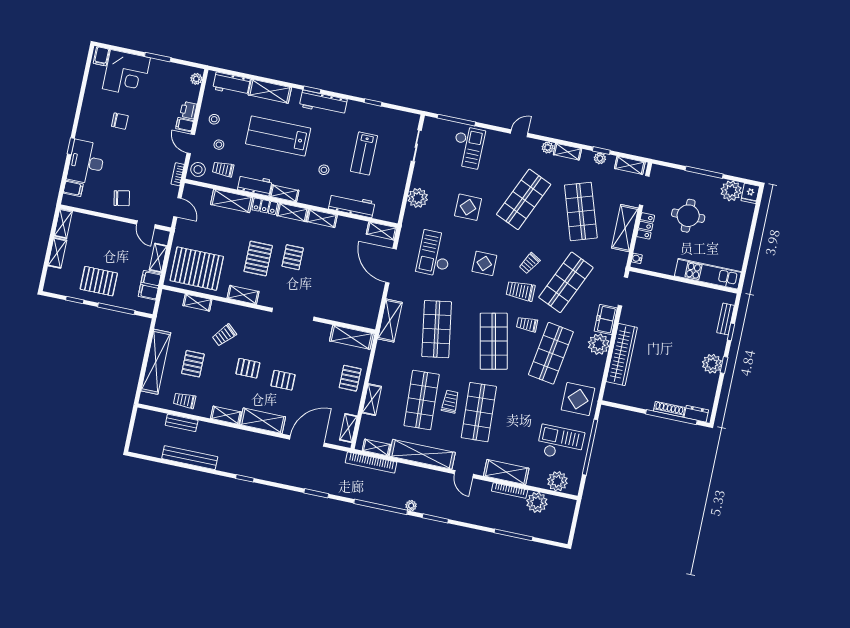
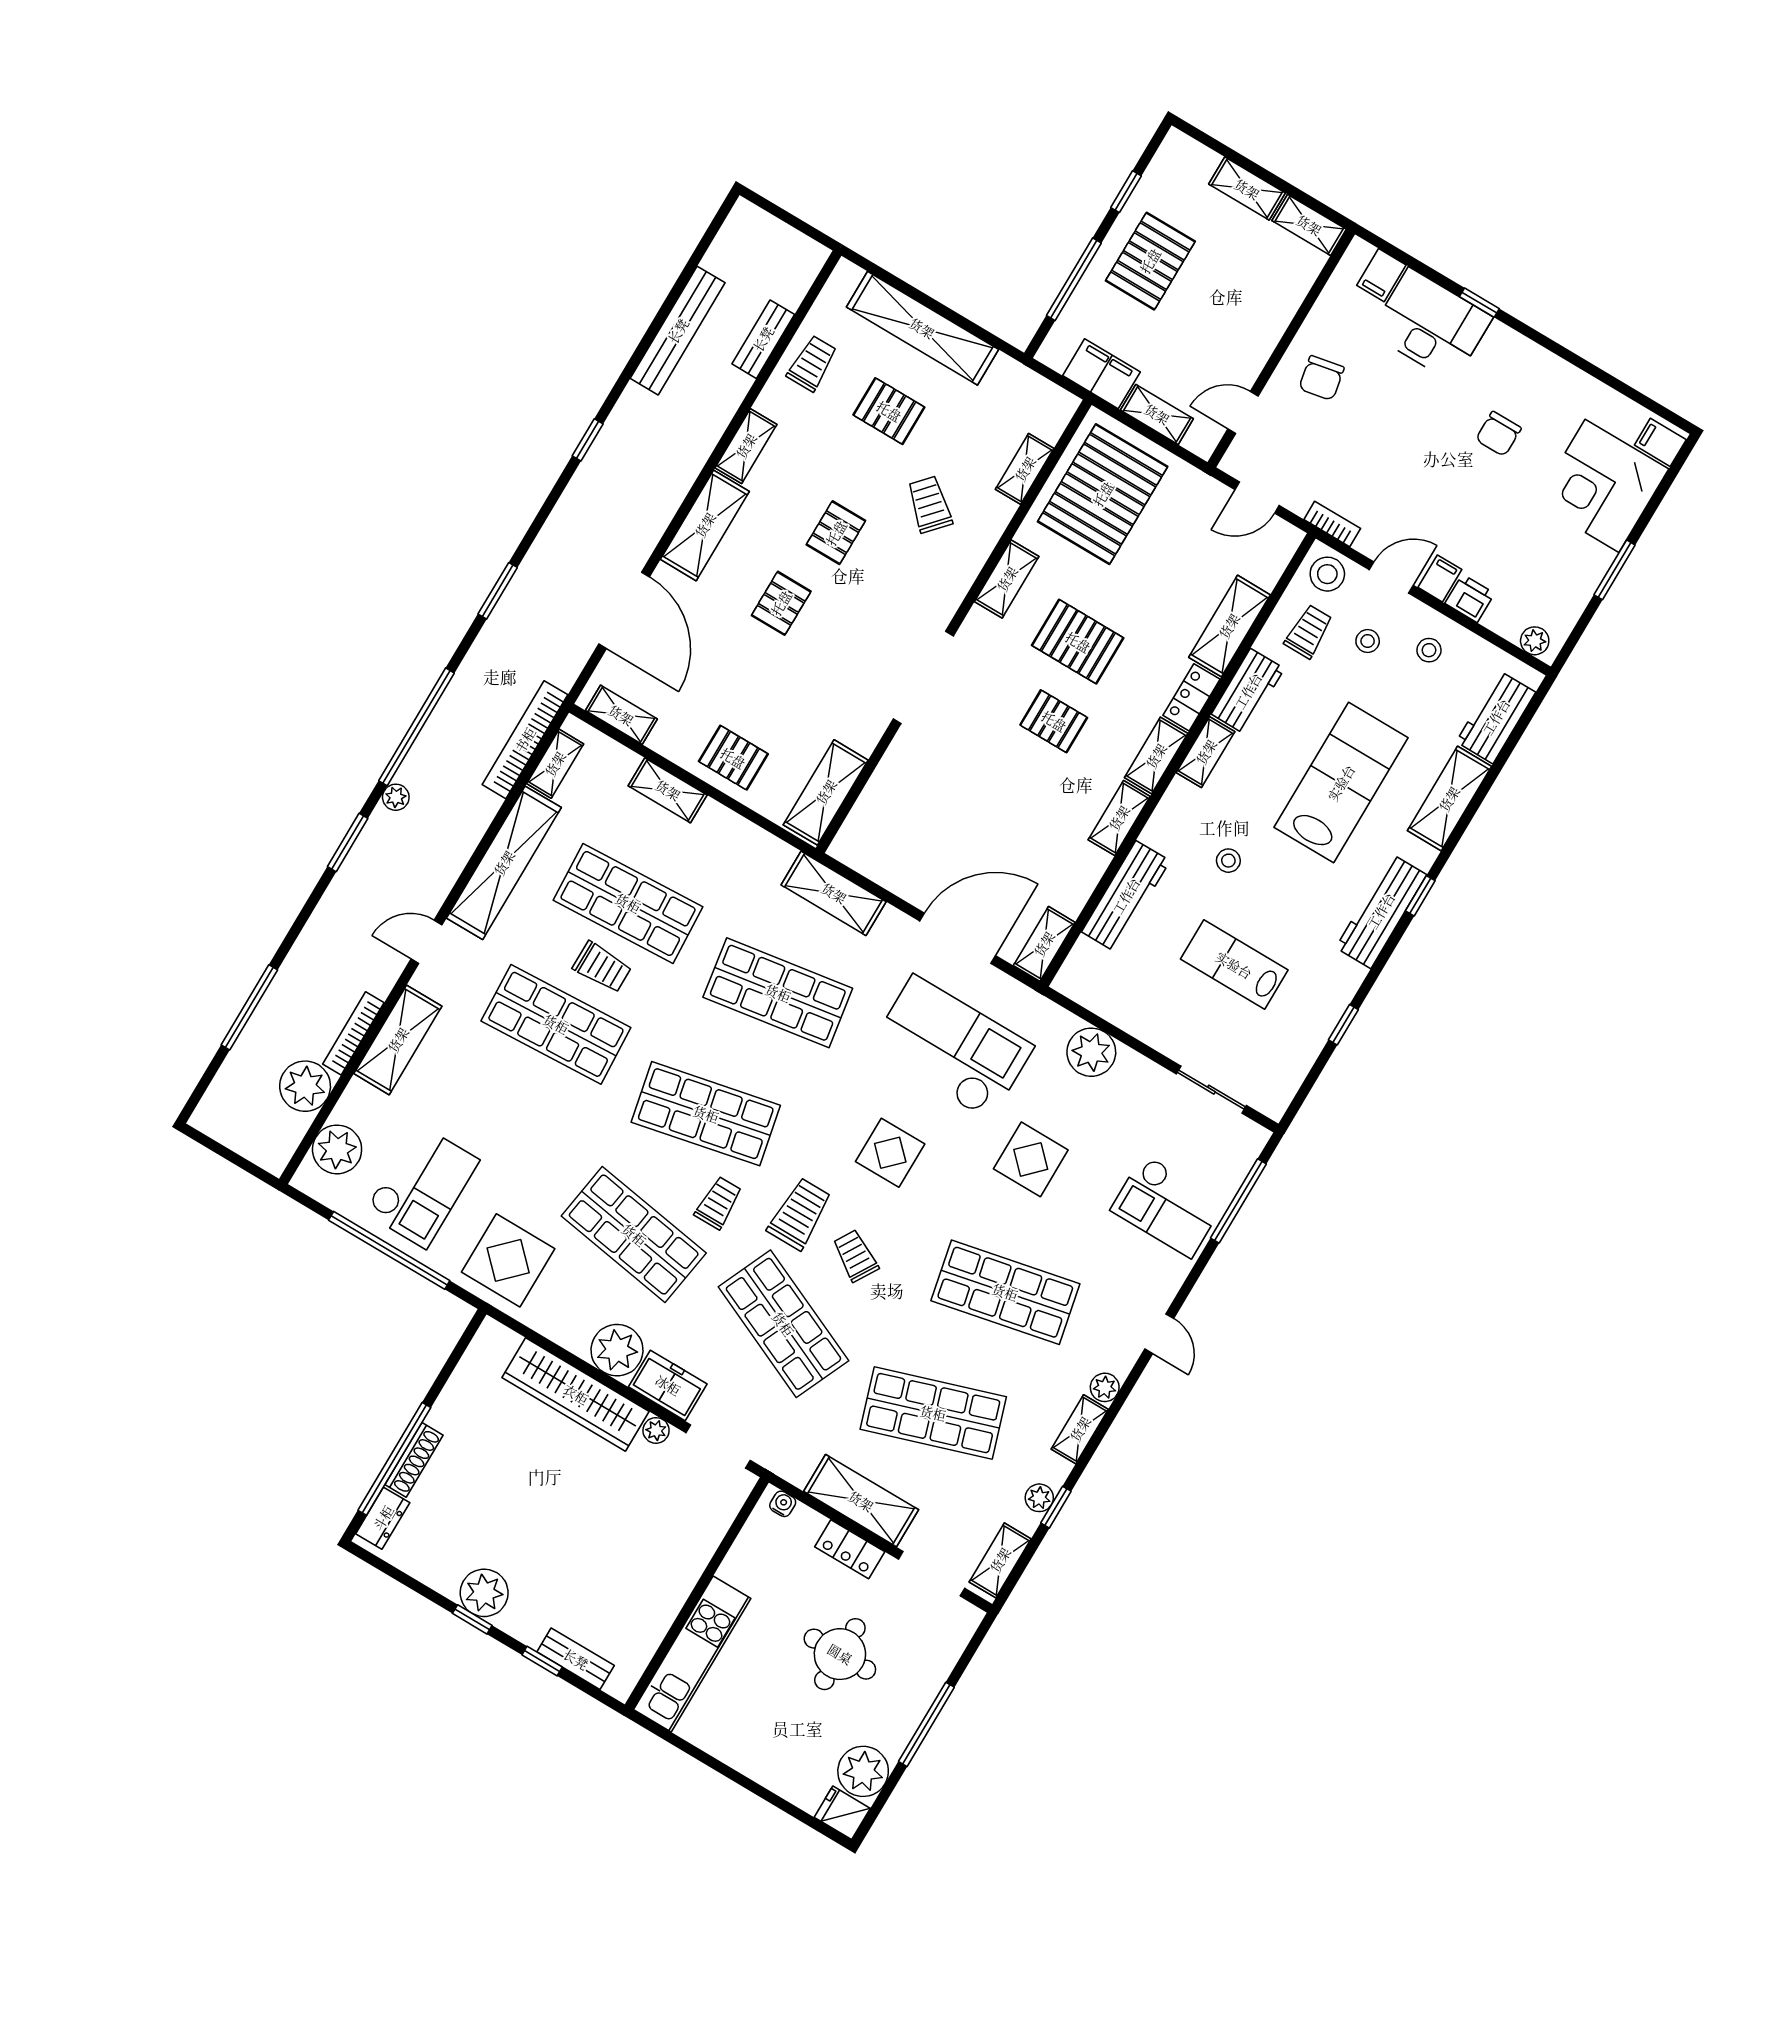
shop shelf: (524, 199) -> (1005, 1292), turned -36
checkout: (435, 253) -> (951, 1048), width x1.36, depth x1.21
plant: (625, 318) -> (656, 1430), added

